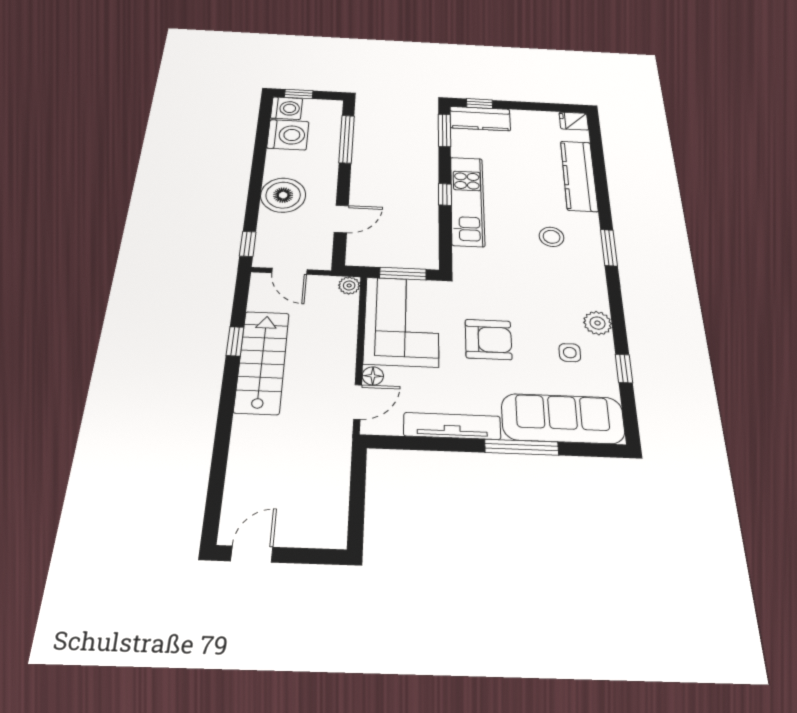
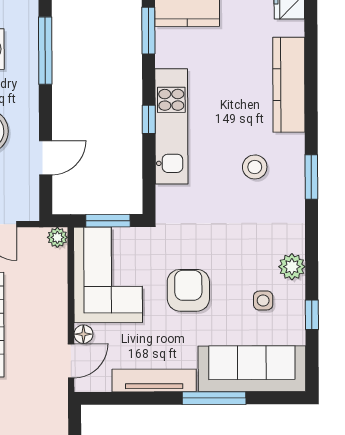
armchair: (488, 339) -> (188, 290), turned -90

